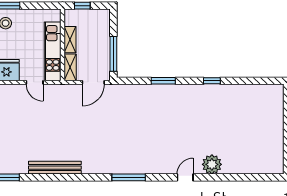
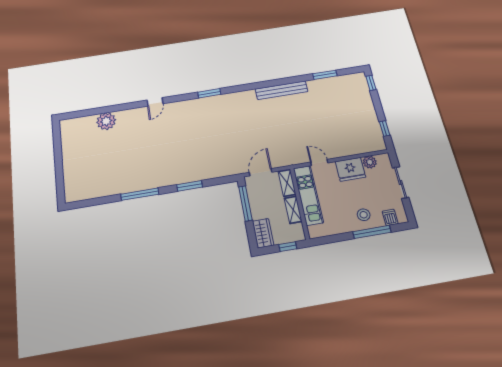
wardrobe: (102, 22) -> (263, 233), added
window: (212, 81) -> (140, 194), width x2.17
plant: (212, 164) -> (106, 121), moved
window: (129, 177) -> (209, 93), width x0.69

